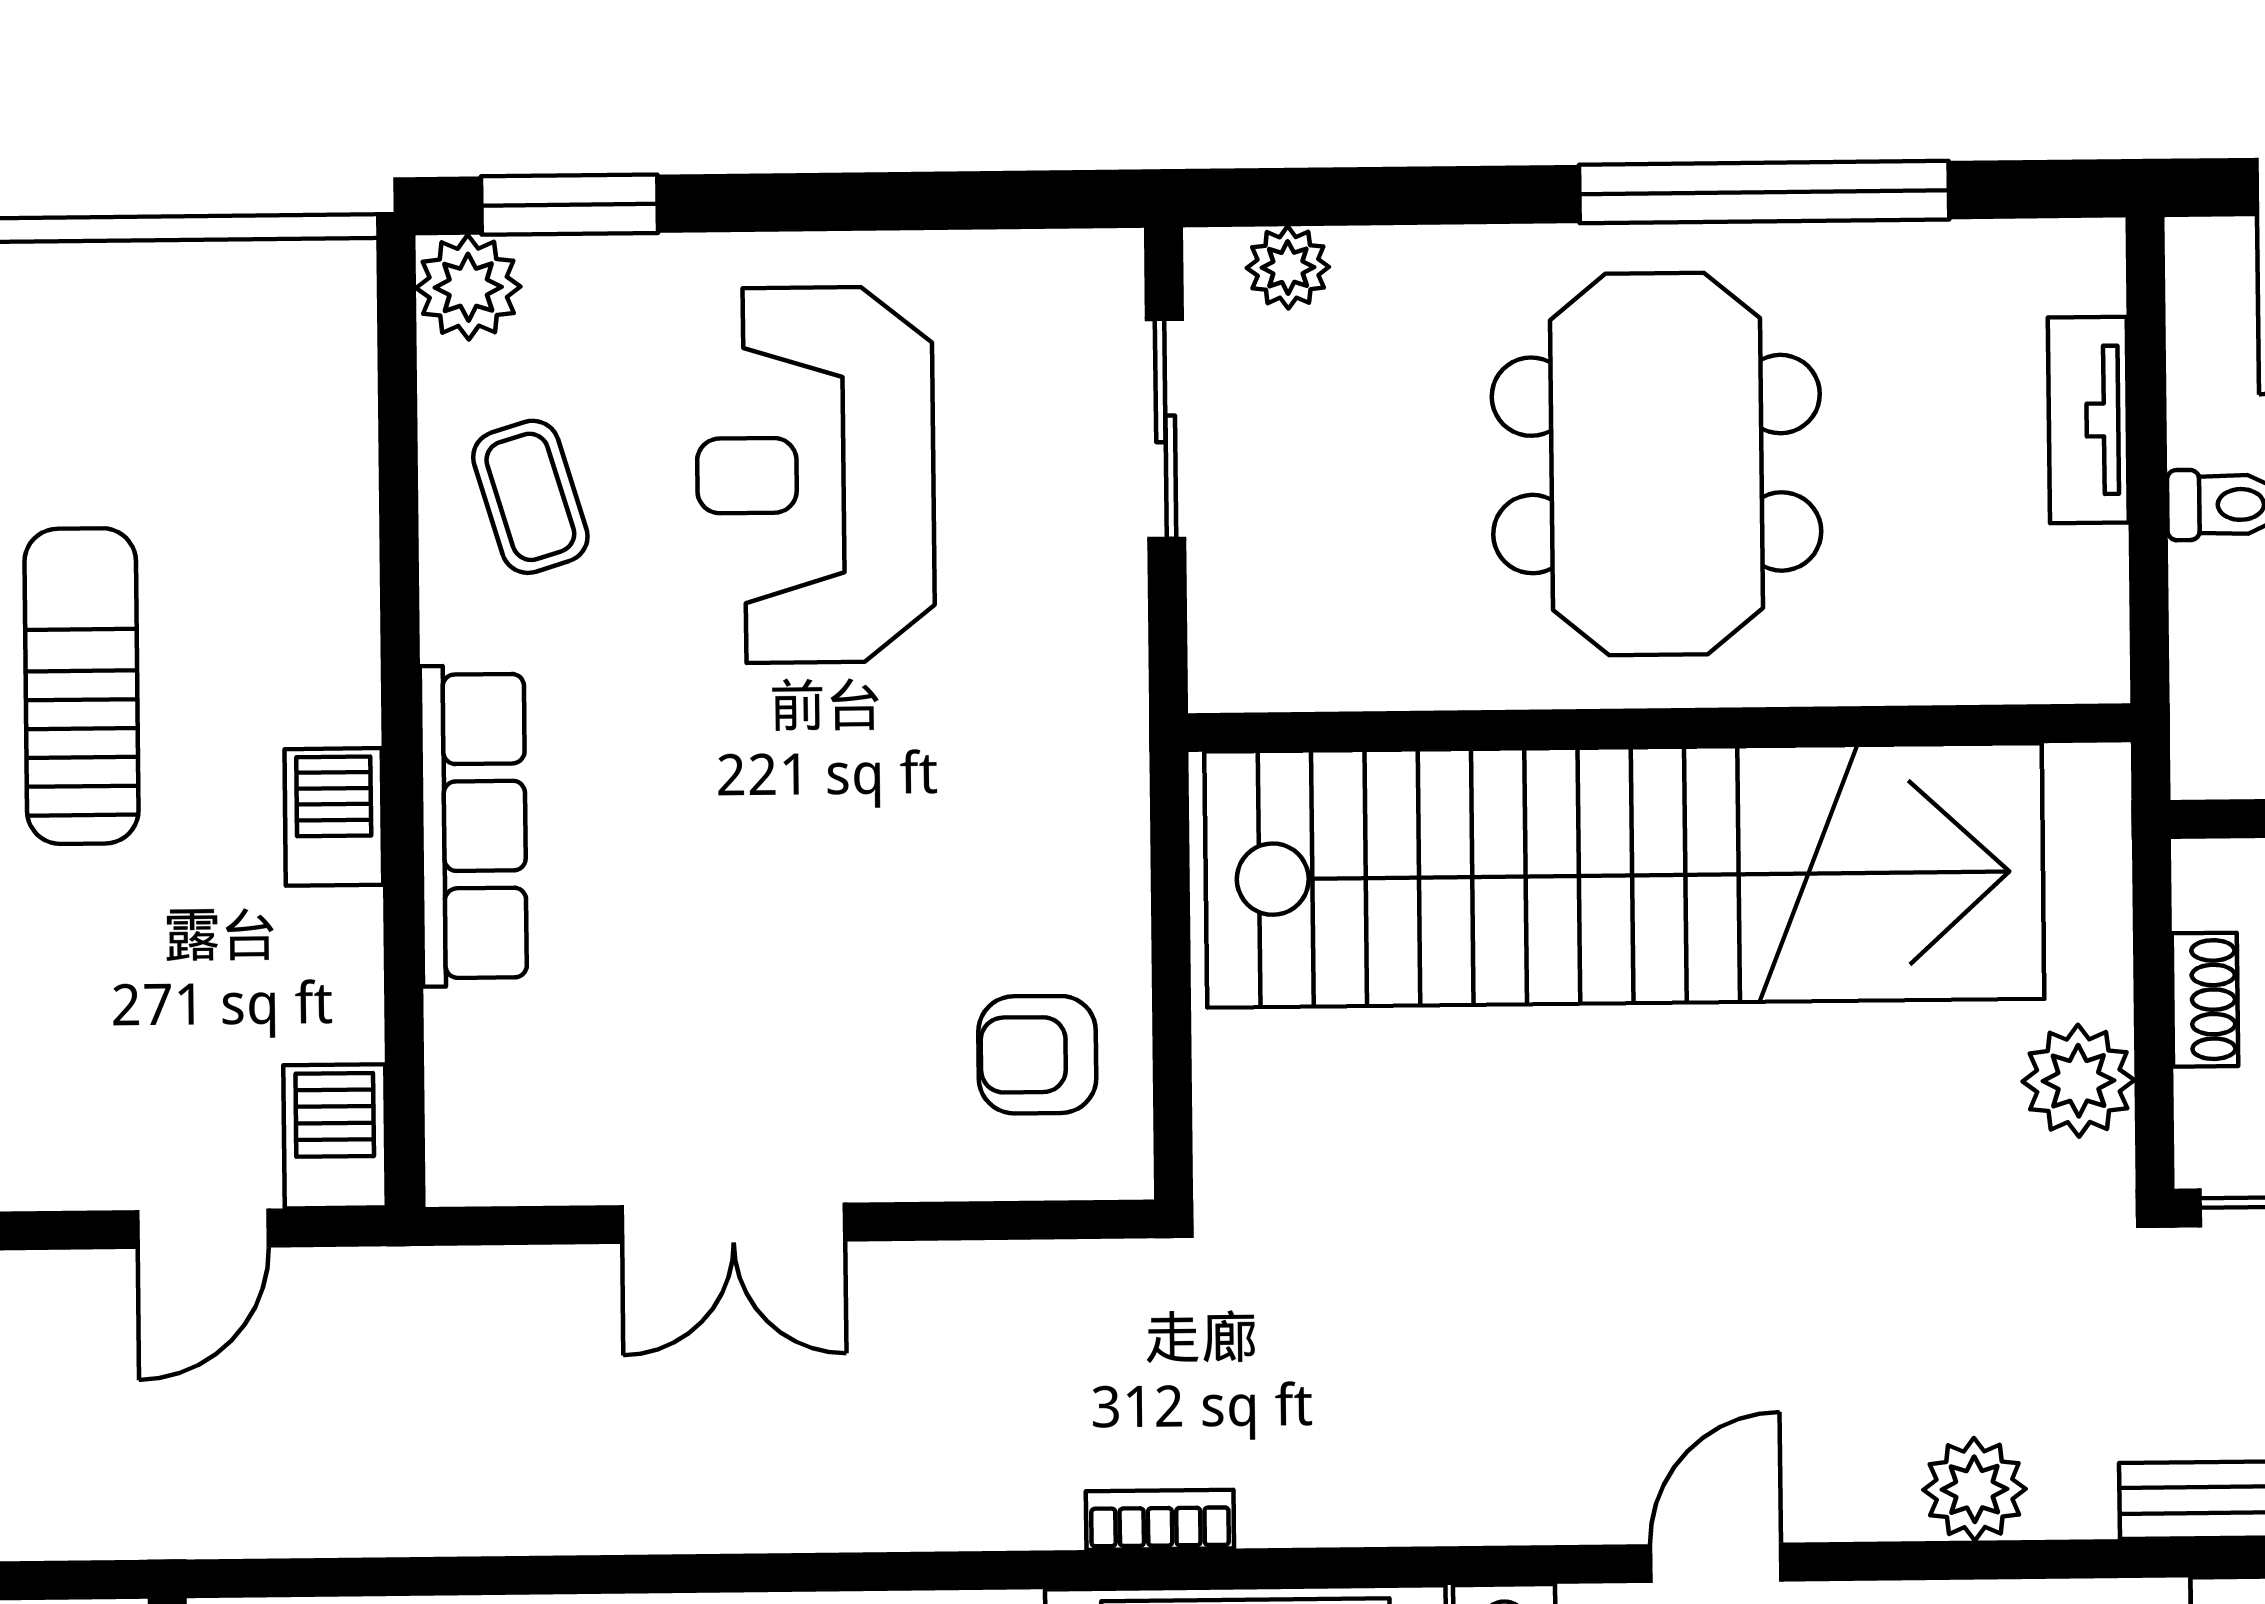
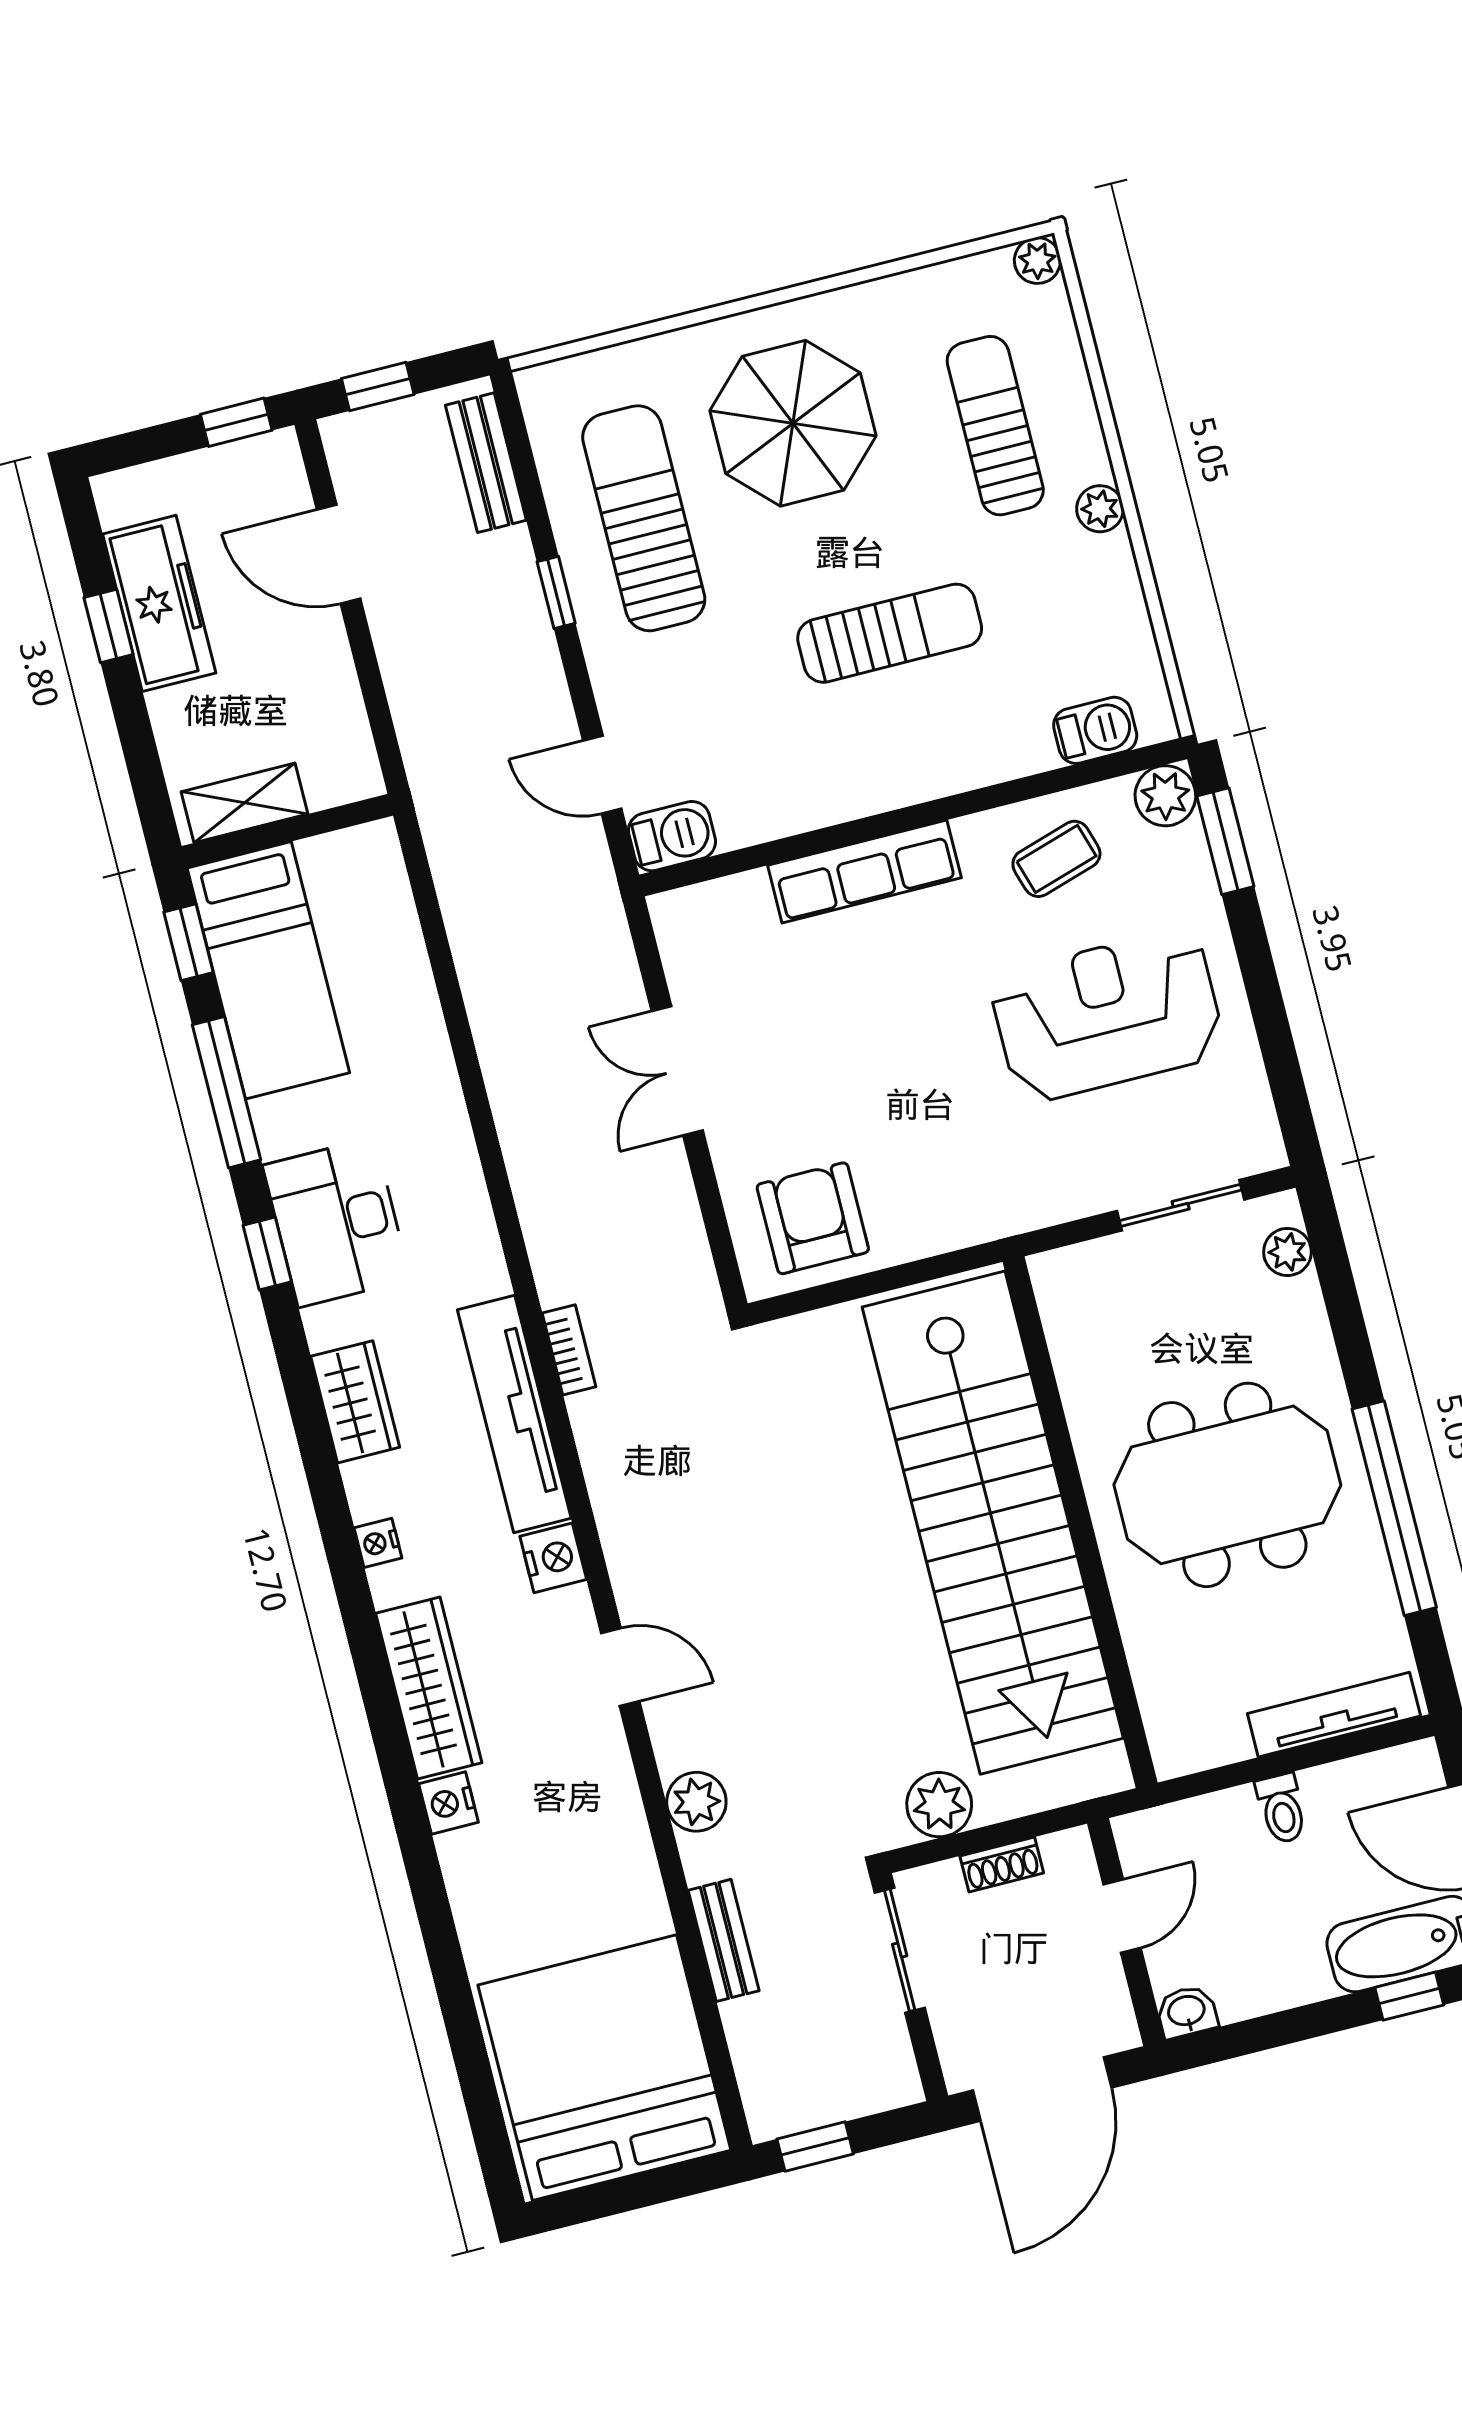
tv unit: (2088, 420) -> (1334, 1715), width x1.41
barbecue: (334, 817) -> (1095, 730), moved
armchair: (1037, 1055) -> (813, 1218), width x1.38, depth x1.38

